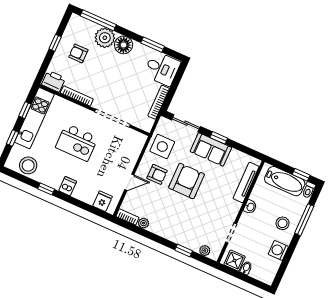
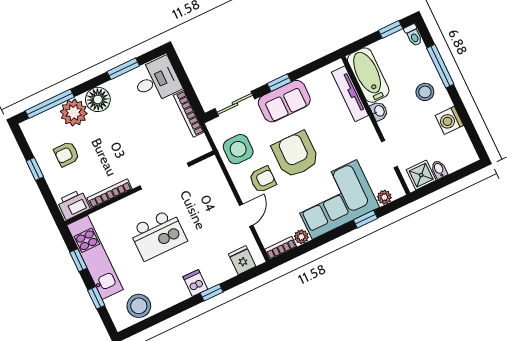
bathtub: (285, 181) -> (368, 75), moved, turned -90
window: (46, 189) -> (212, 293), moved
corner sofa: (180, 224) -> (334, 199), added

